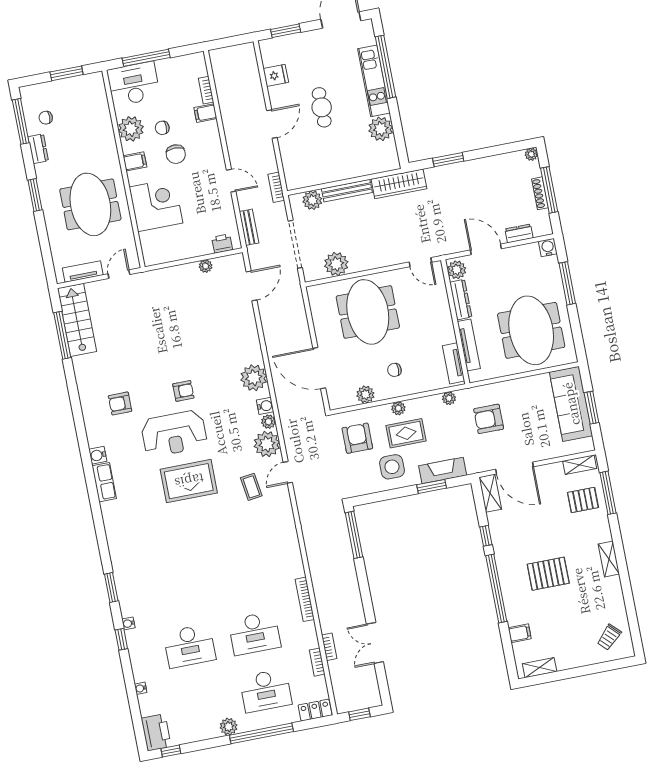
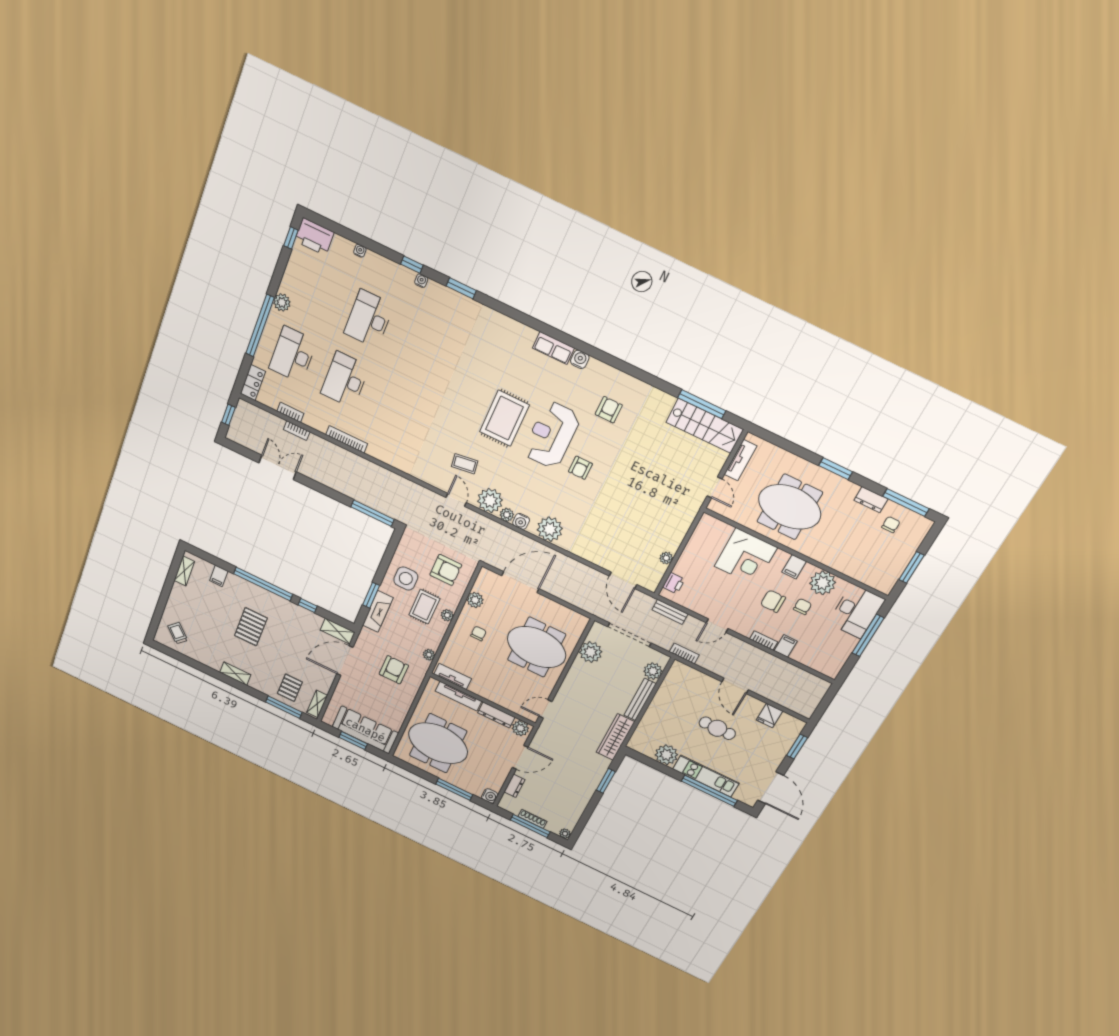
bookcase: (206, 90) -> (764, 640), moved

